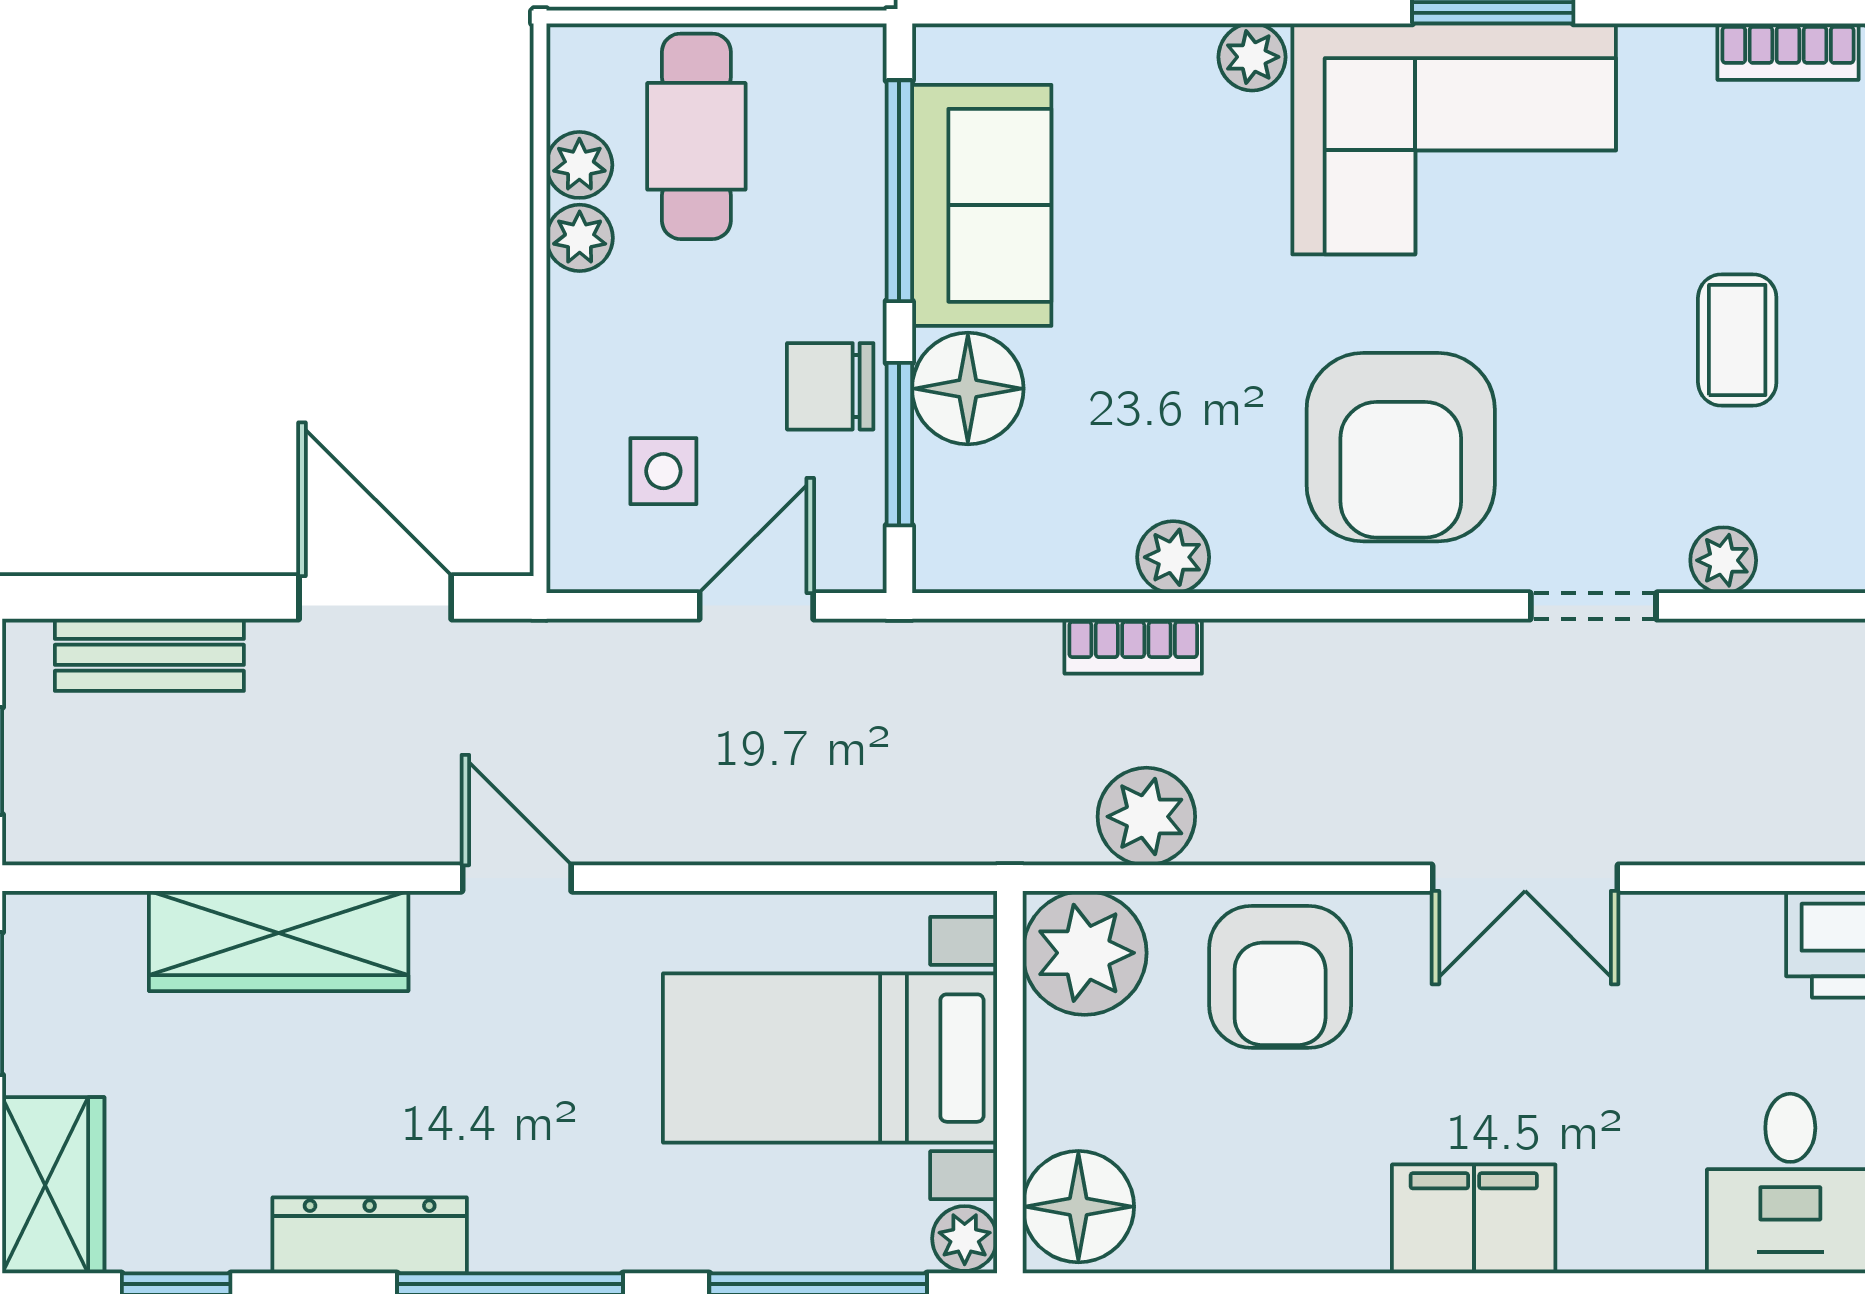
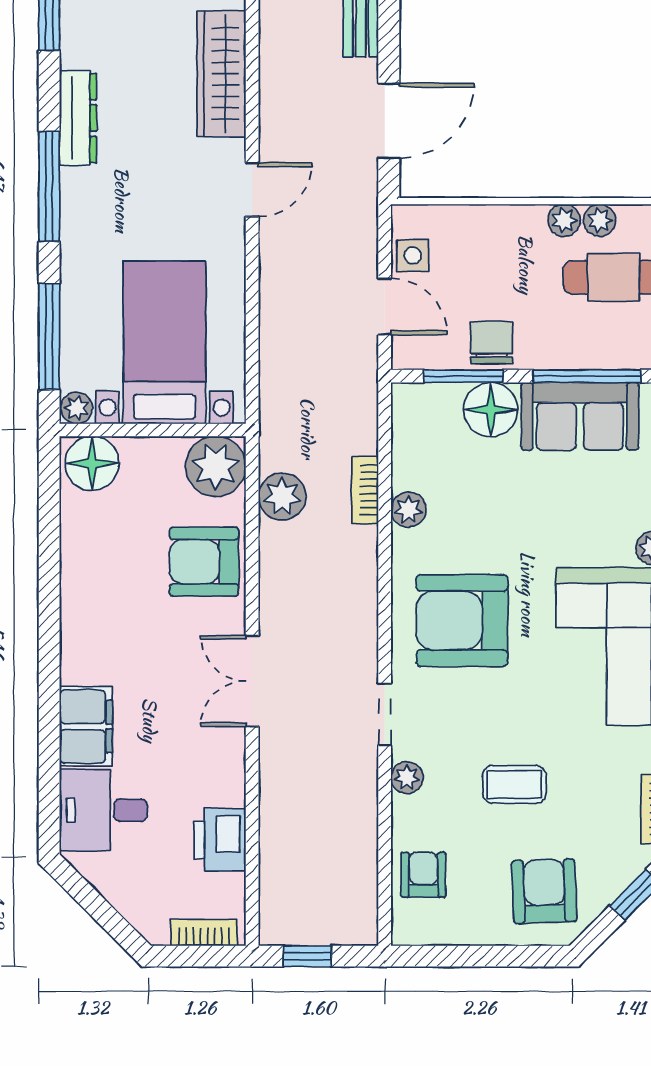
side table: (663, 471) -> (413, 255), moved
filing cabinet: (1474, 1219) -> (86, 726), moved

